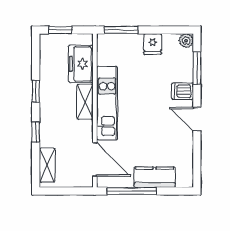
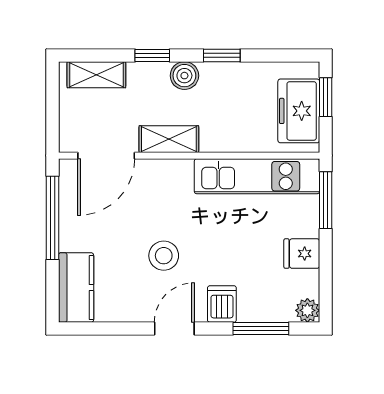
freezer: (81, 64) -> (299, 111), moved, turned -90
shelving: (85, 102) -> (169, 139), moved
kitchen unit: (107, 103) -> (257, 176), moved
boiler: (48, 113) -> (184, 76), added
stool: (154, 125) -> (164, 256), added
kitchen counter: (155, 177) -> (76, 288), moved

